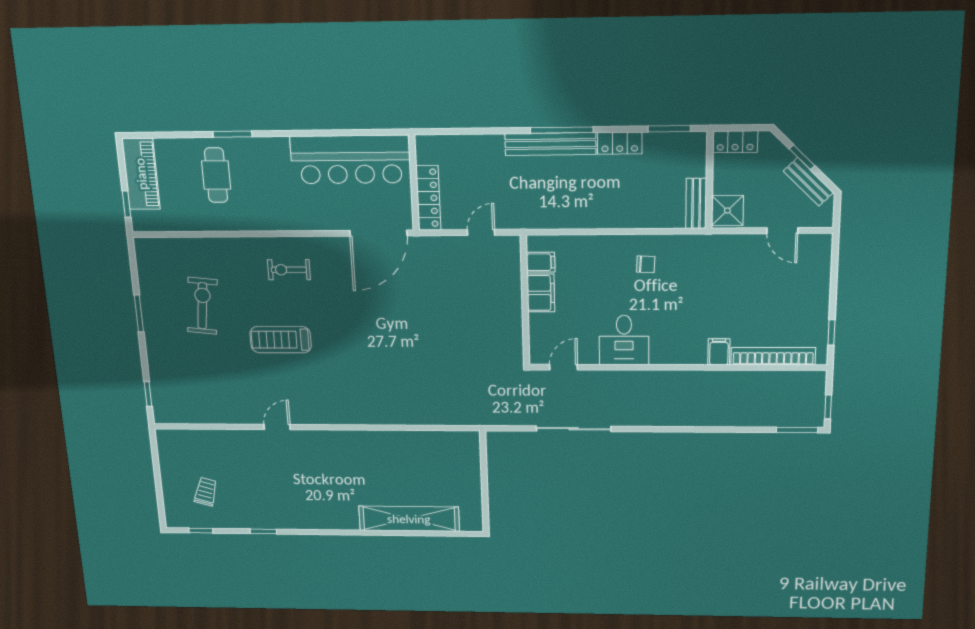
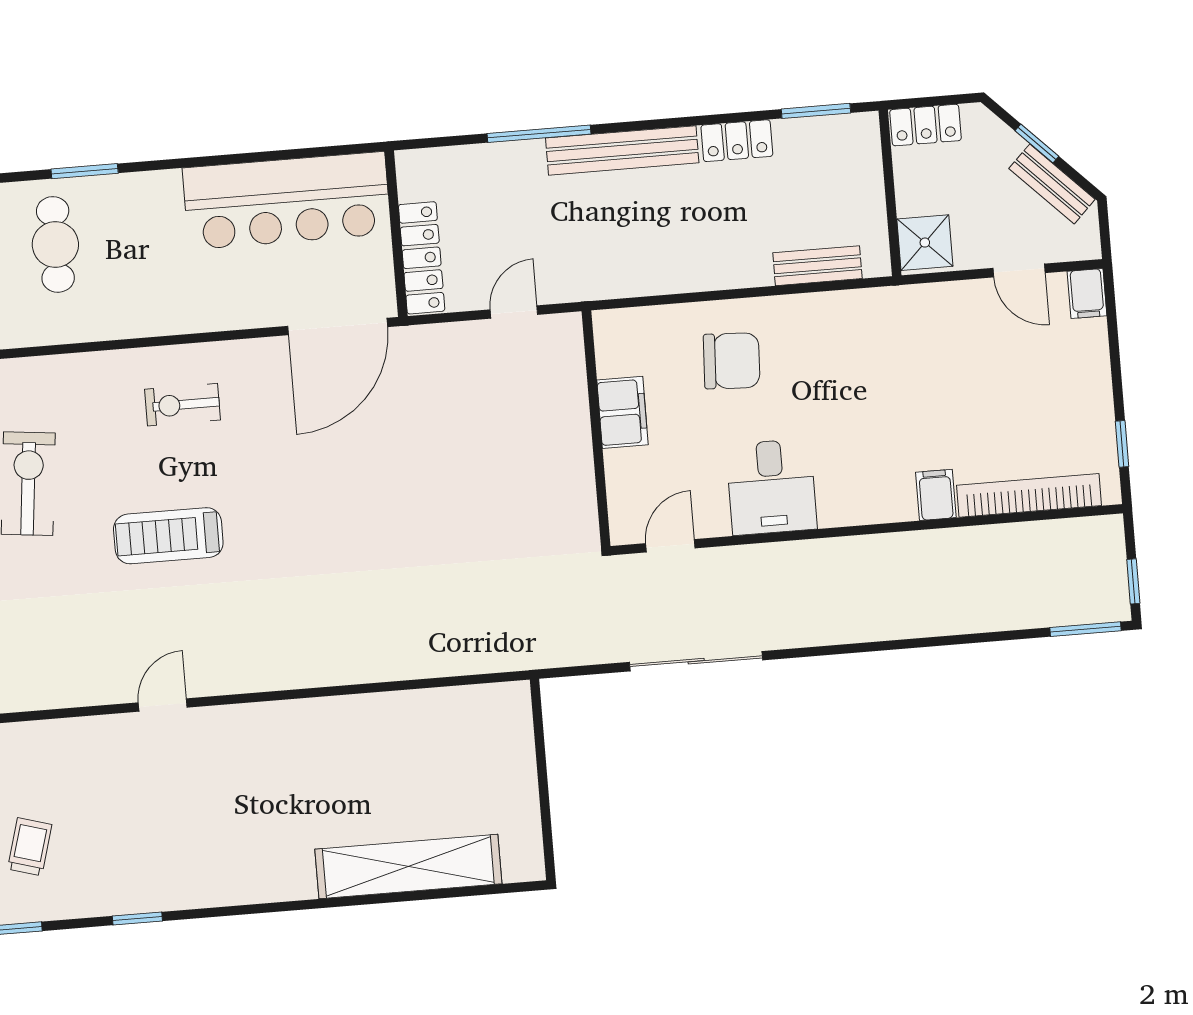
window: (562, 130) -> (539, 134), moved
bench: (696, 203) -> (817, 266), moved, turned 90
filing cabinet: (541, 262) -> (1087, 294), moved, turned 90
chair: (646, 264) -> (732, 361), moved, width x1.87, depth x1.87

